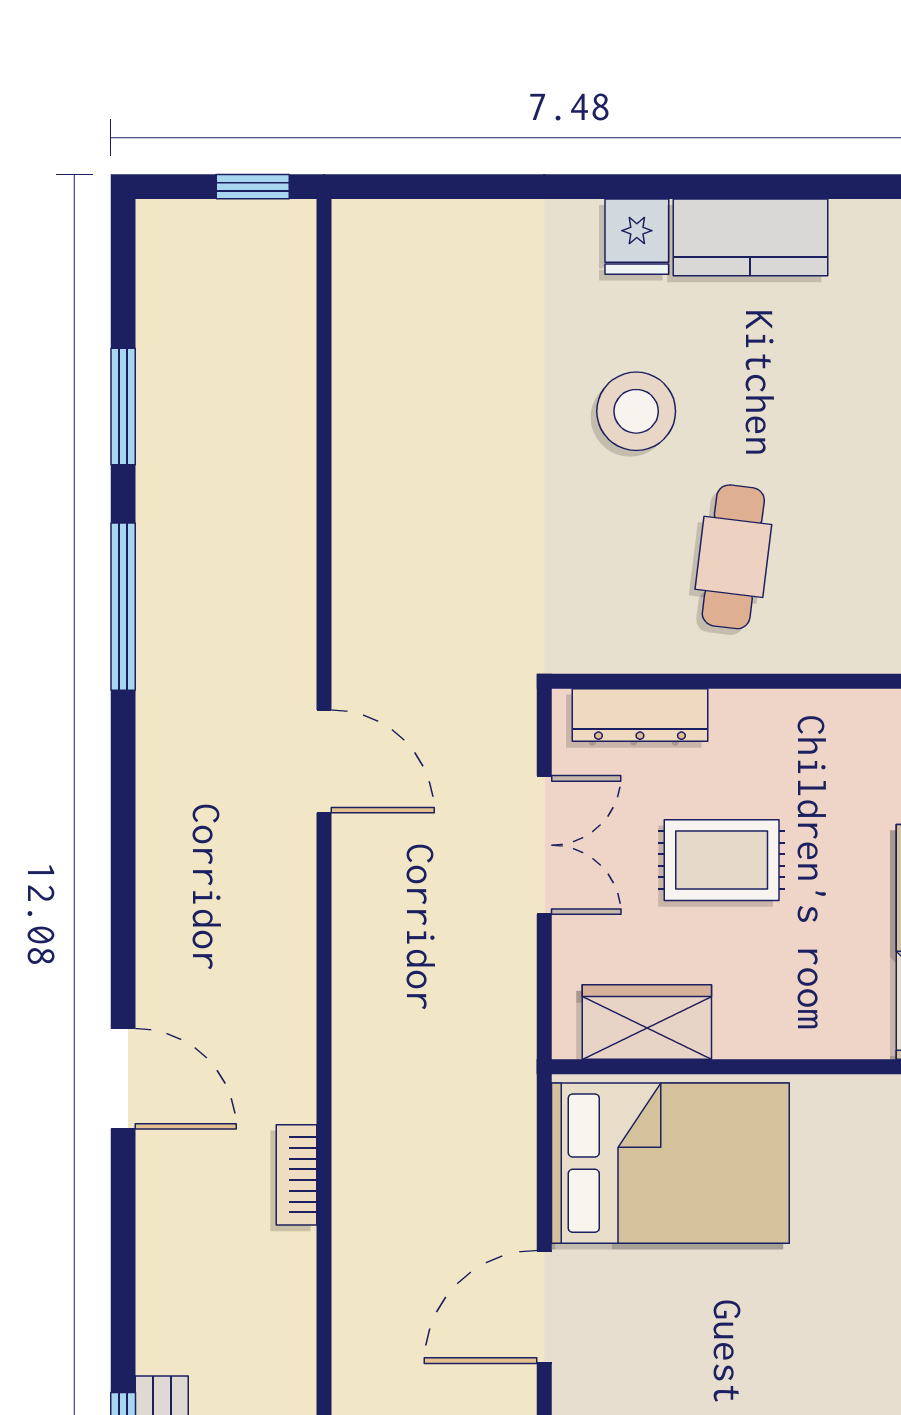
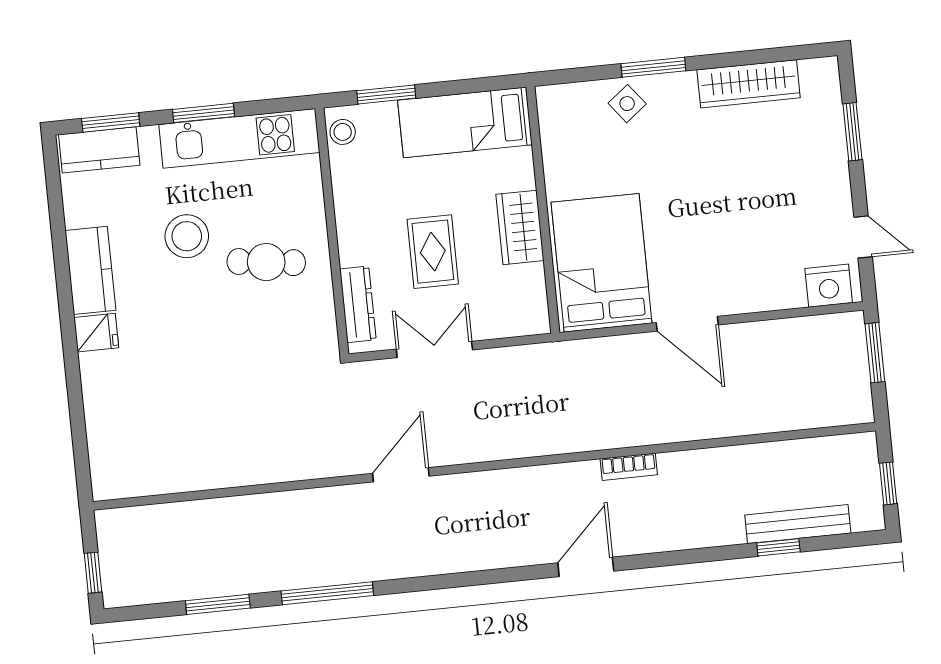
window: (253, 187) -> (93, 573), moved
stool: (636, 411) -> (187, 236), moved
wardrobe: (647, 1022) -> (520, 227), moved

